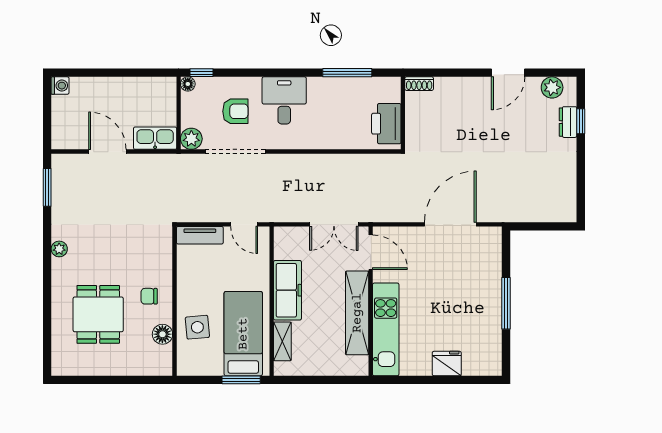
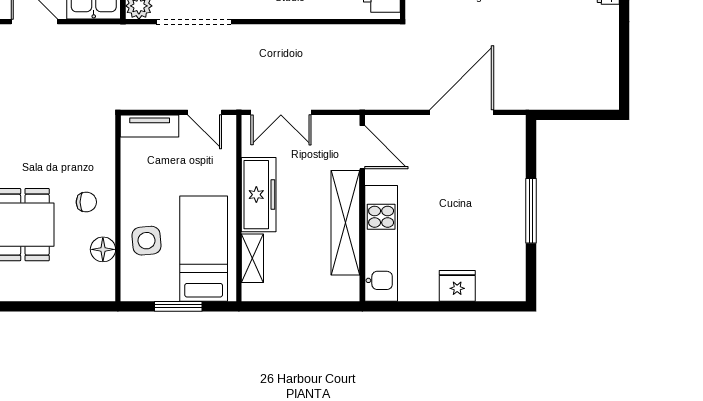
double door: (334, 224) -> (281, 112), moved
chair: (149, 296) -> (86, 202), turned 180
window: (241, 380) -> (178, 306), moved

